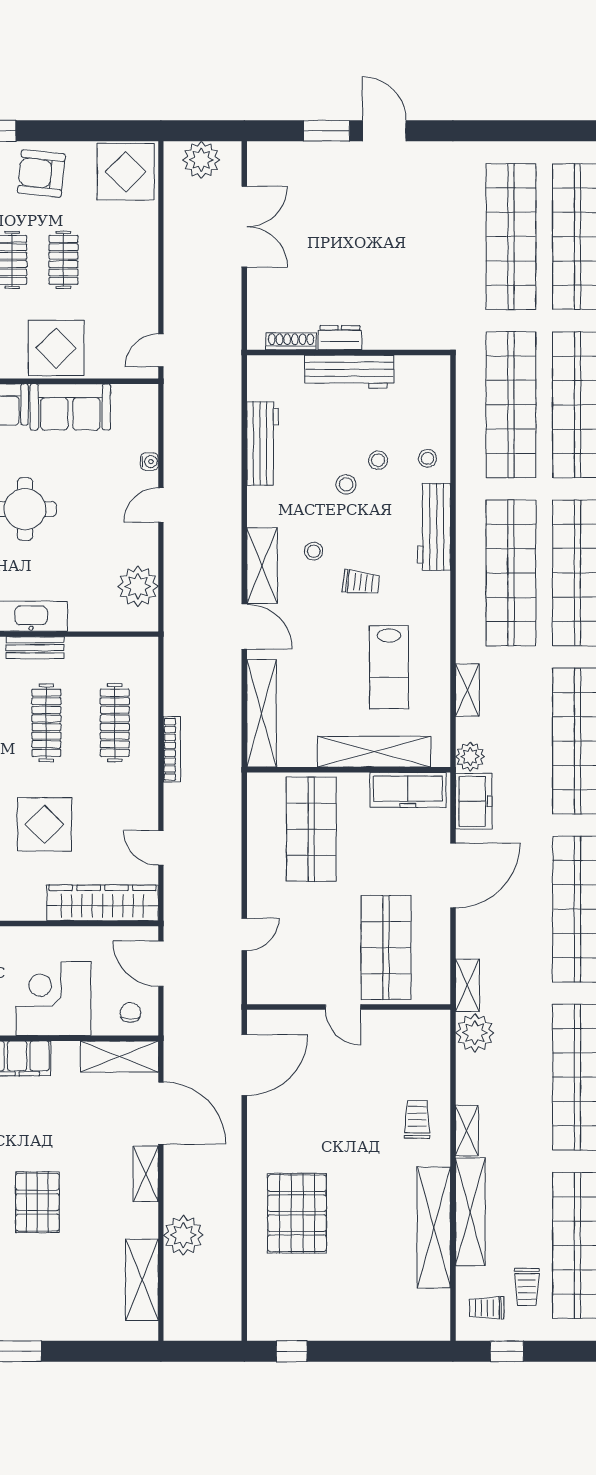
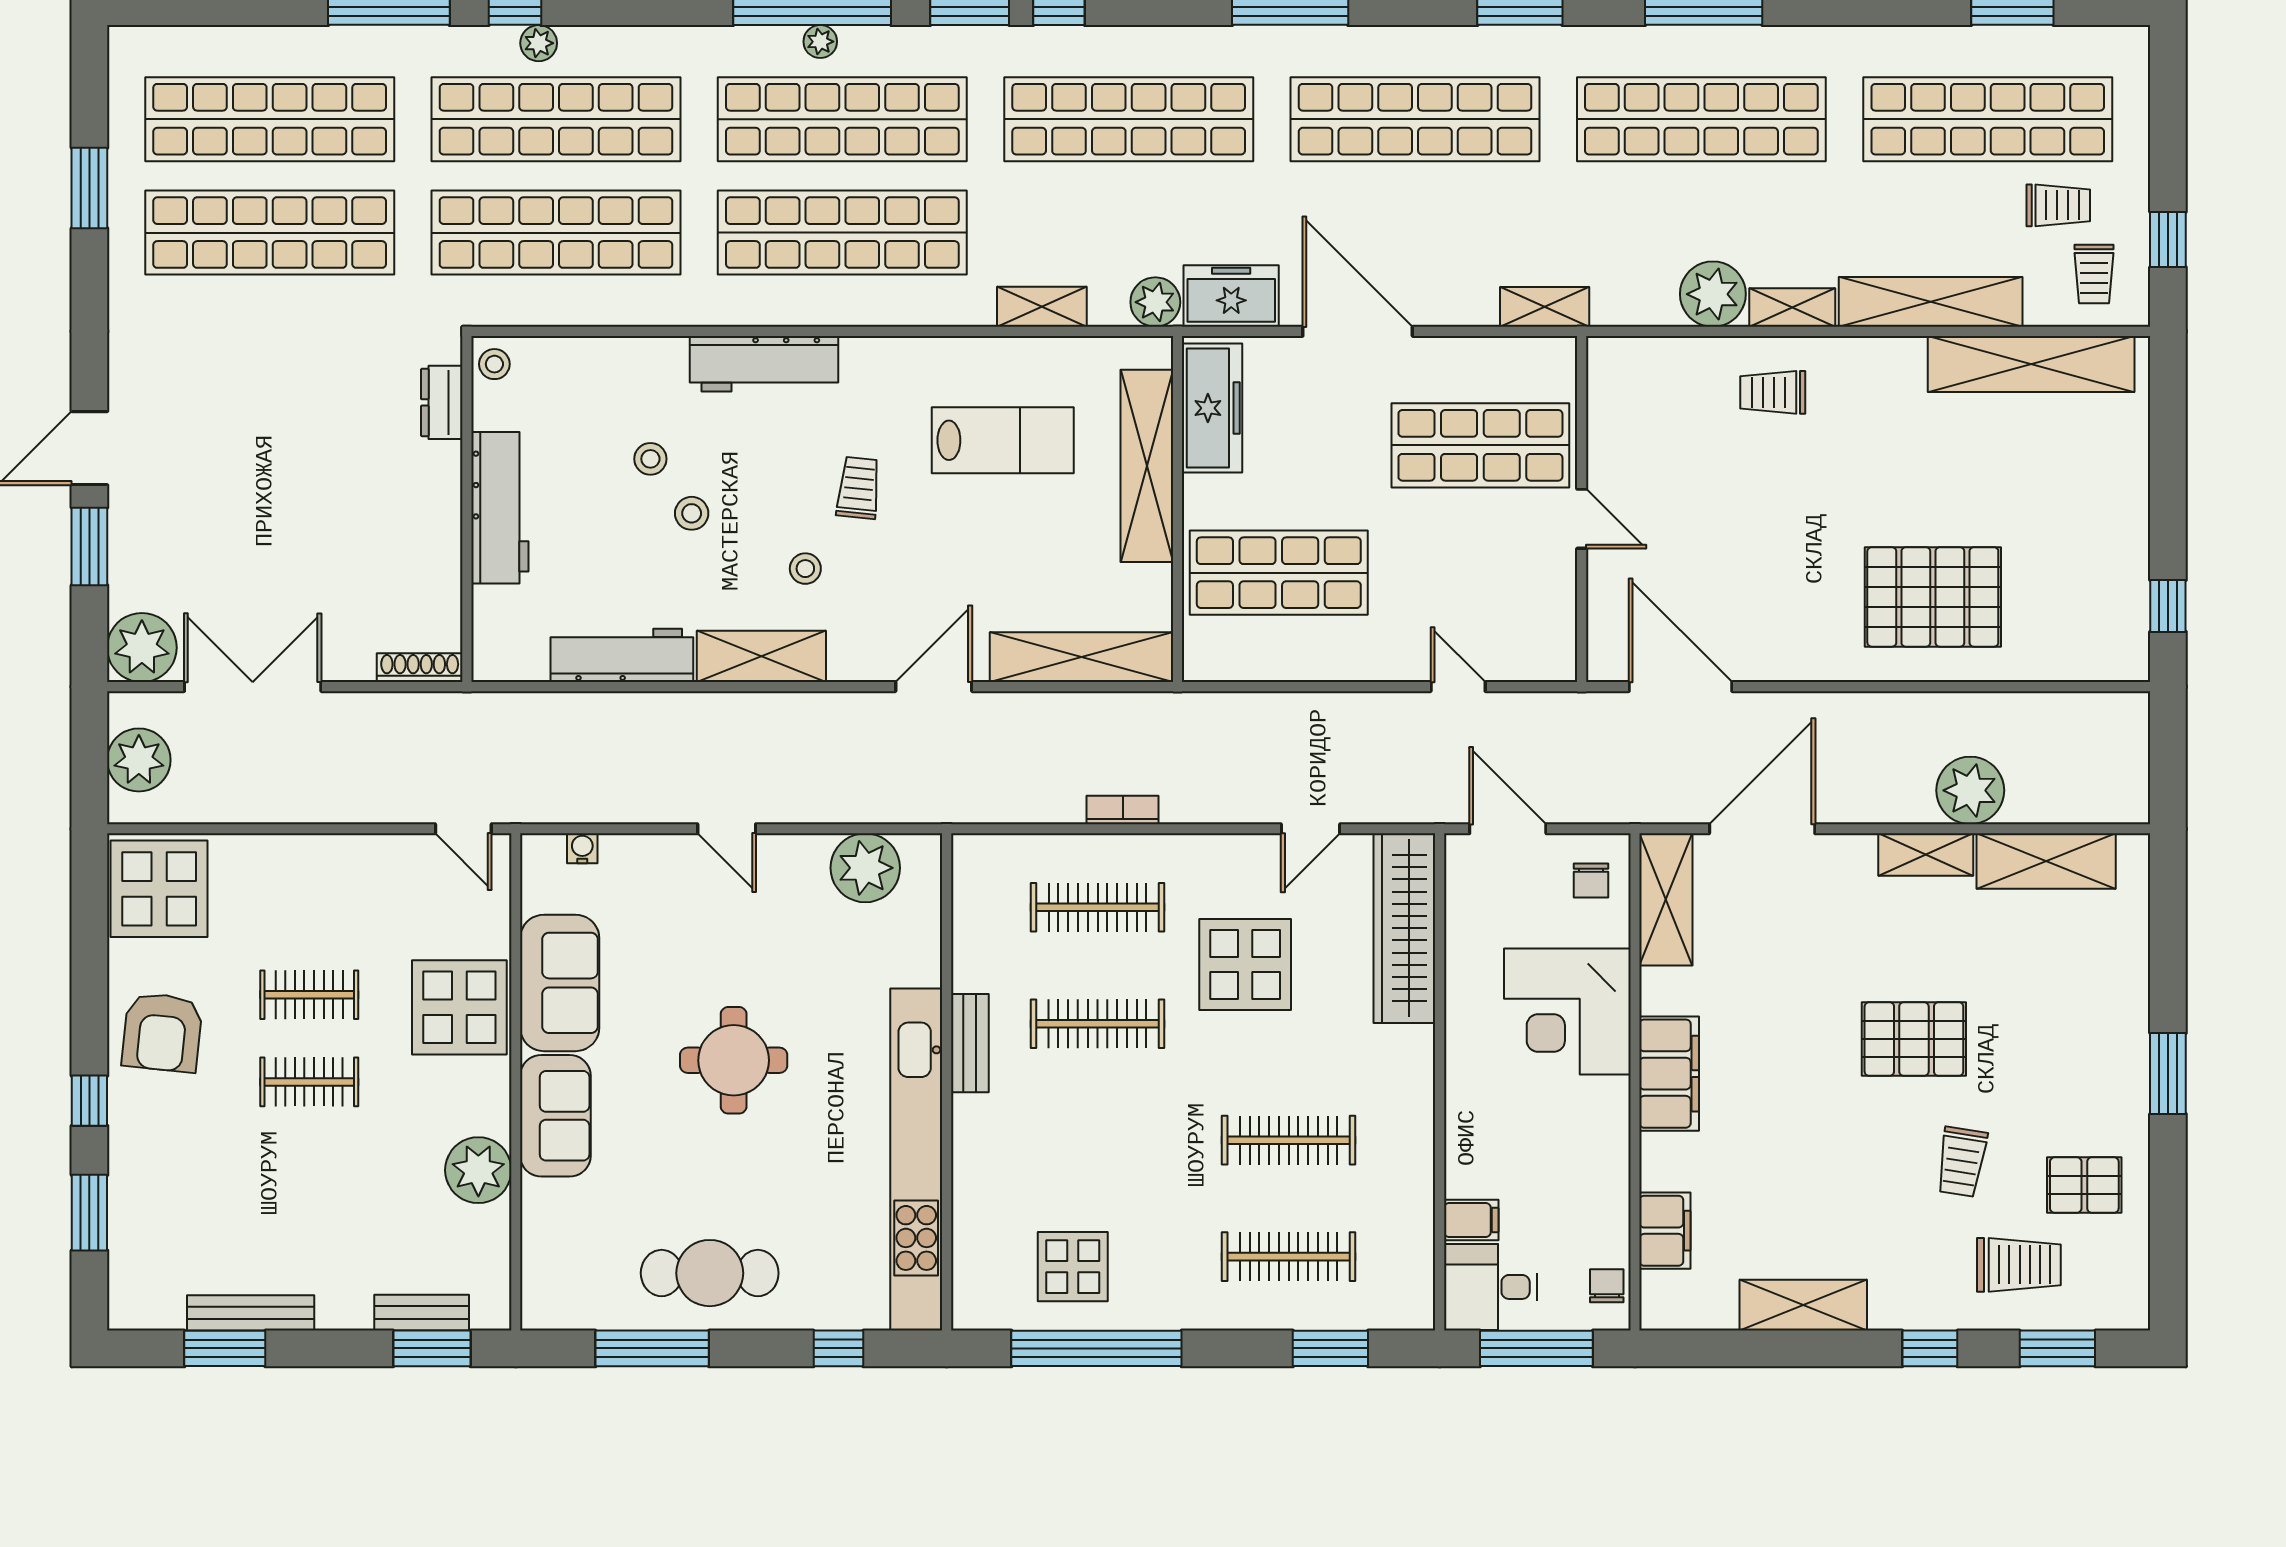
window: (537, 131) -> (89, 188), added
plant: (267, 162) -> (142, 648), added
dresser: (340, 338) -> (442, 402), moved
shoe rack: (291, 341) -> (420, 668), moved, turned 90
stool: (427, 458) -> (494, 364), moved
water cooler: (149, 462) -> (582, 848), moved
shelving: (262, 566) -> (761, 656), moved
bookcase: (172, 749) -> (1123, 810), width x0.64
display table: (44, 824) -> (1245, 964), moved
door: (161, 964) -> (1508, 829), swing flipped
door: (343, 1007) -> (1582, 519), hinge flipped
chair: (130, 1013) -> (1591, 881), turned -91
plant: (475, 1033) -> (1713, 294), moved
shelving: (146, 1174) -> (1926, 855), moved
shelving: (434, 1227) -> (2031, 364), moved

